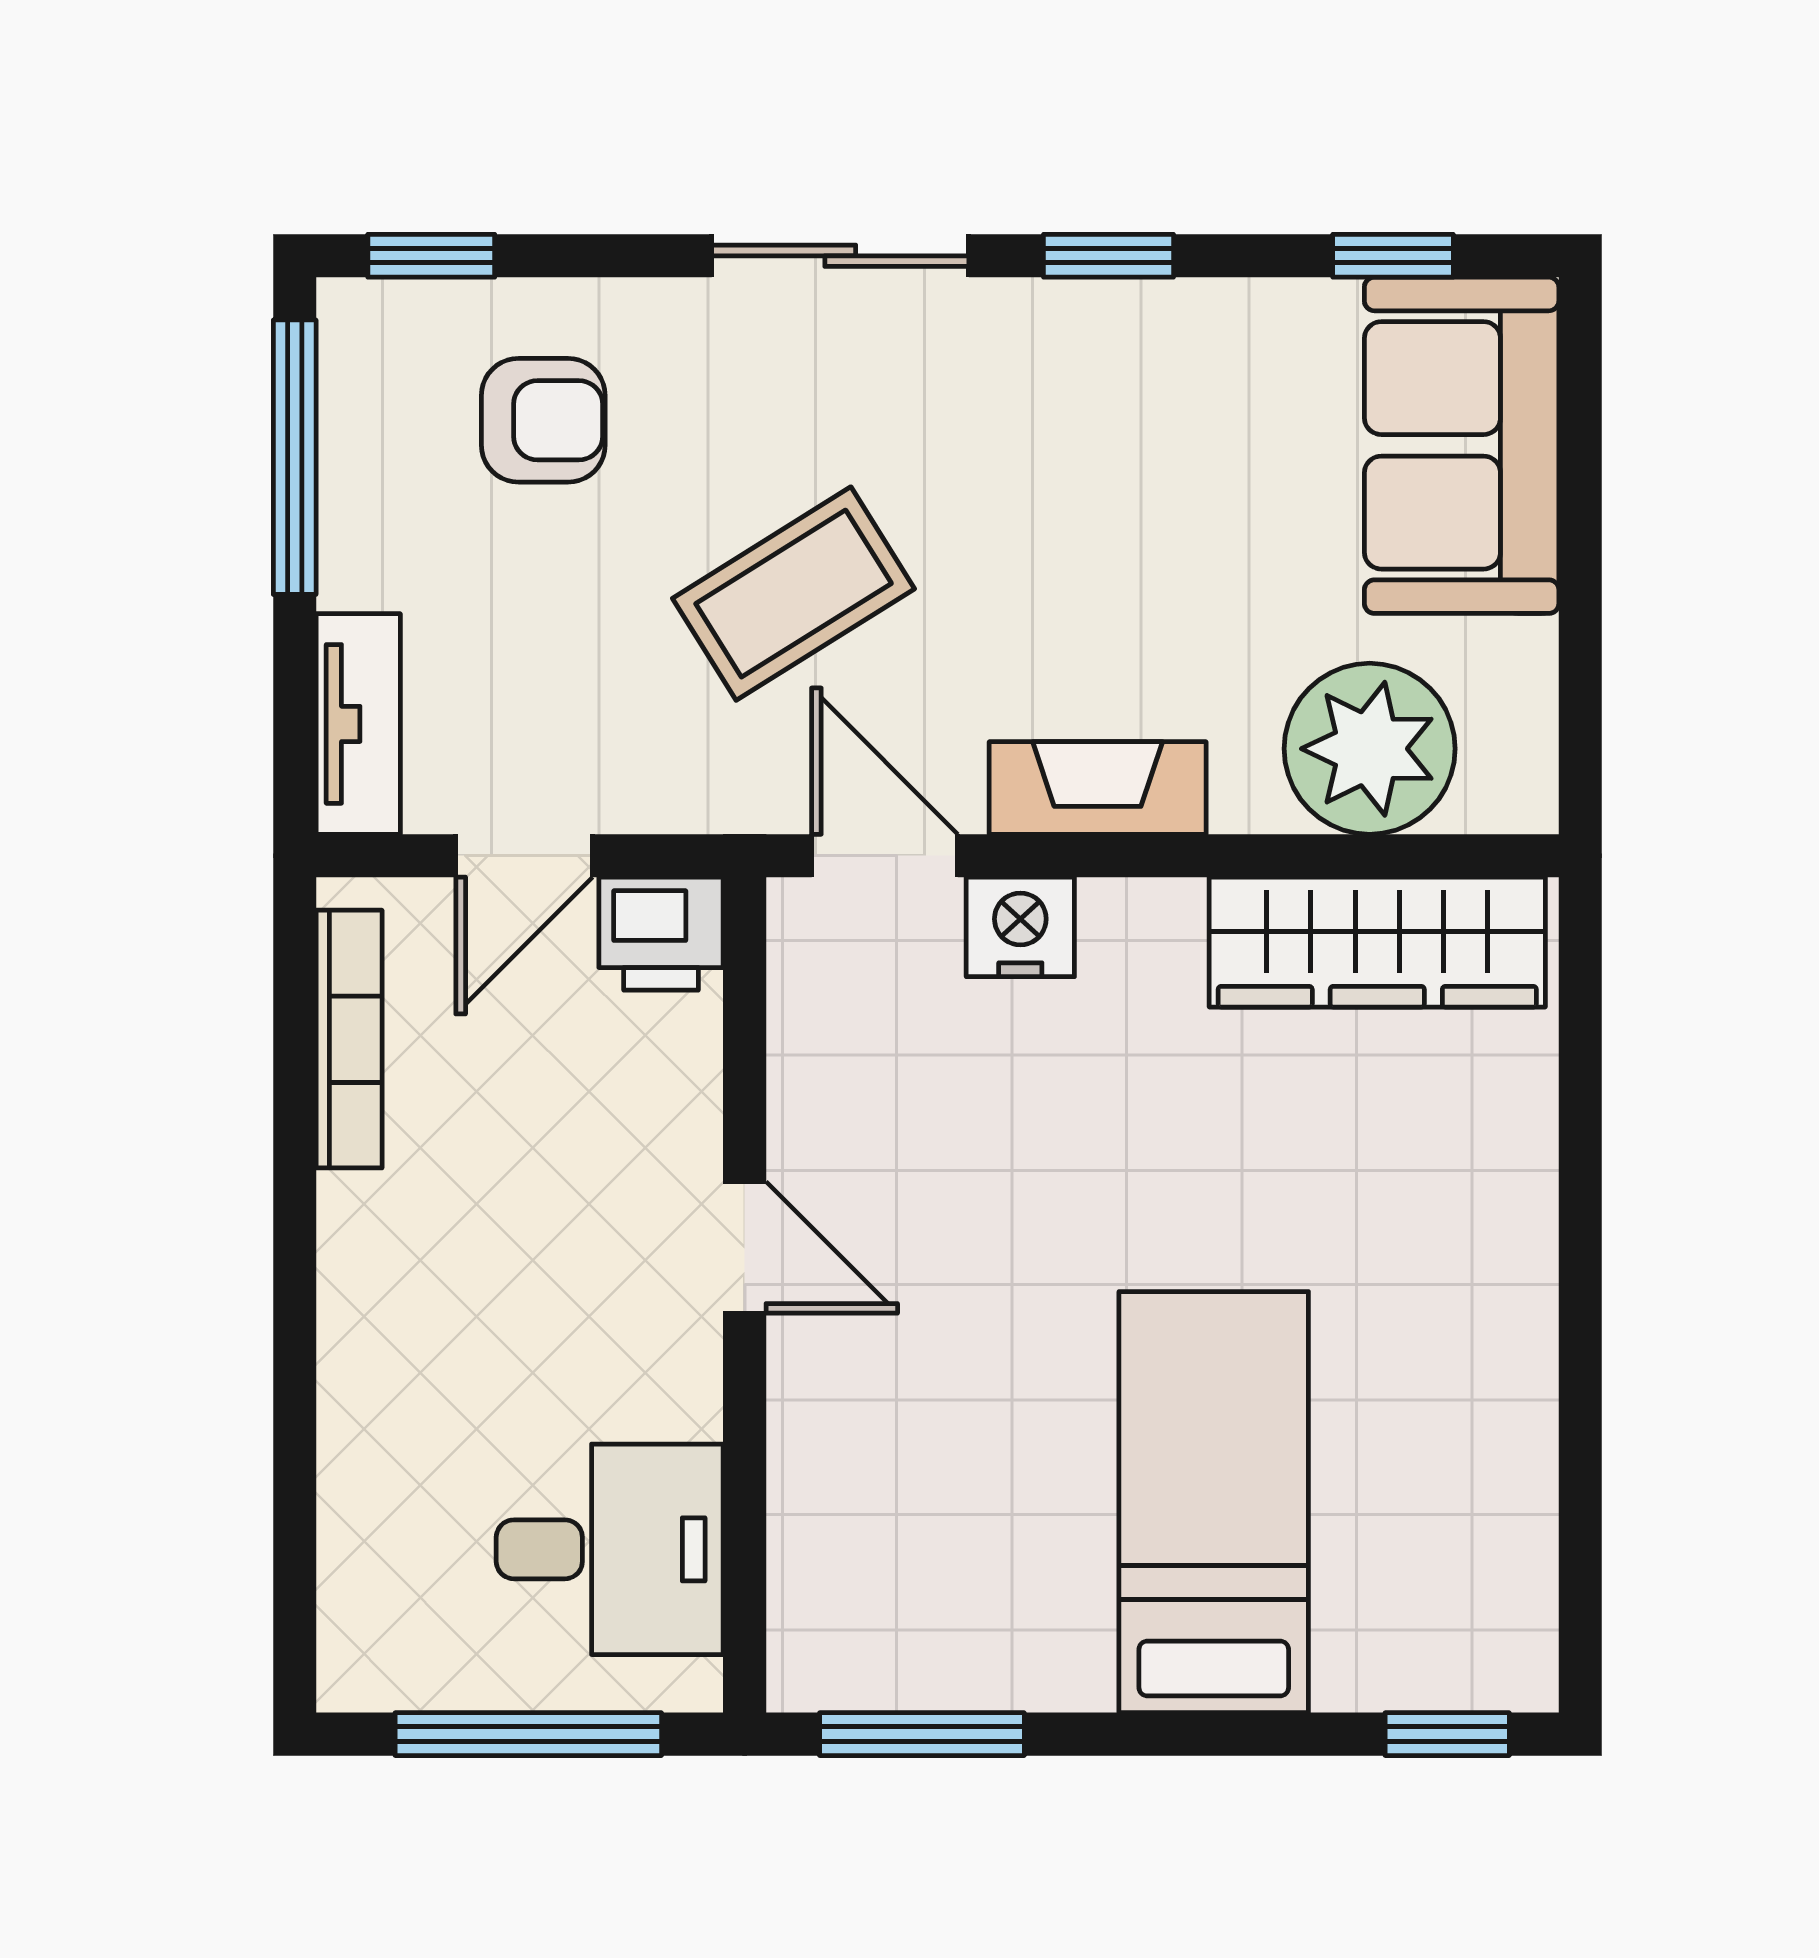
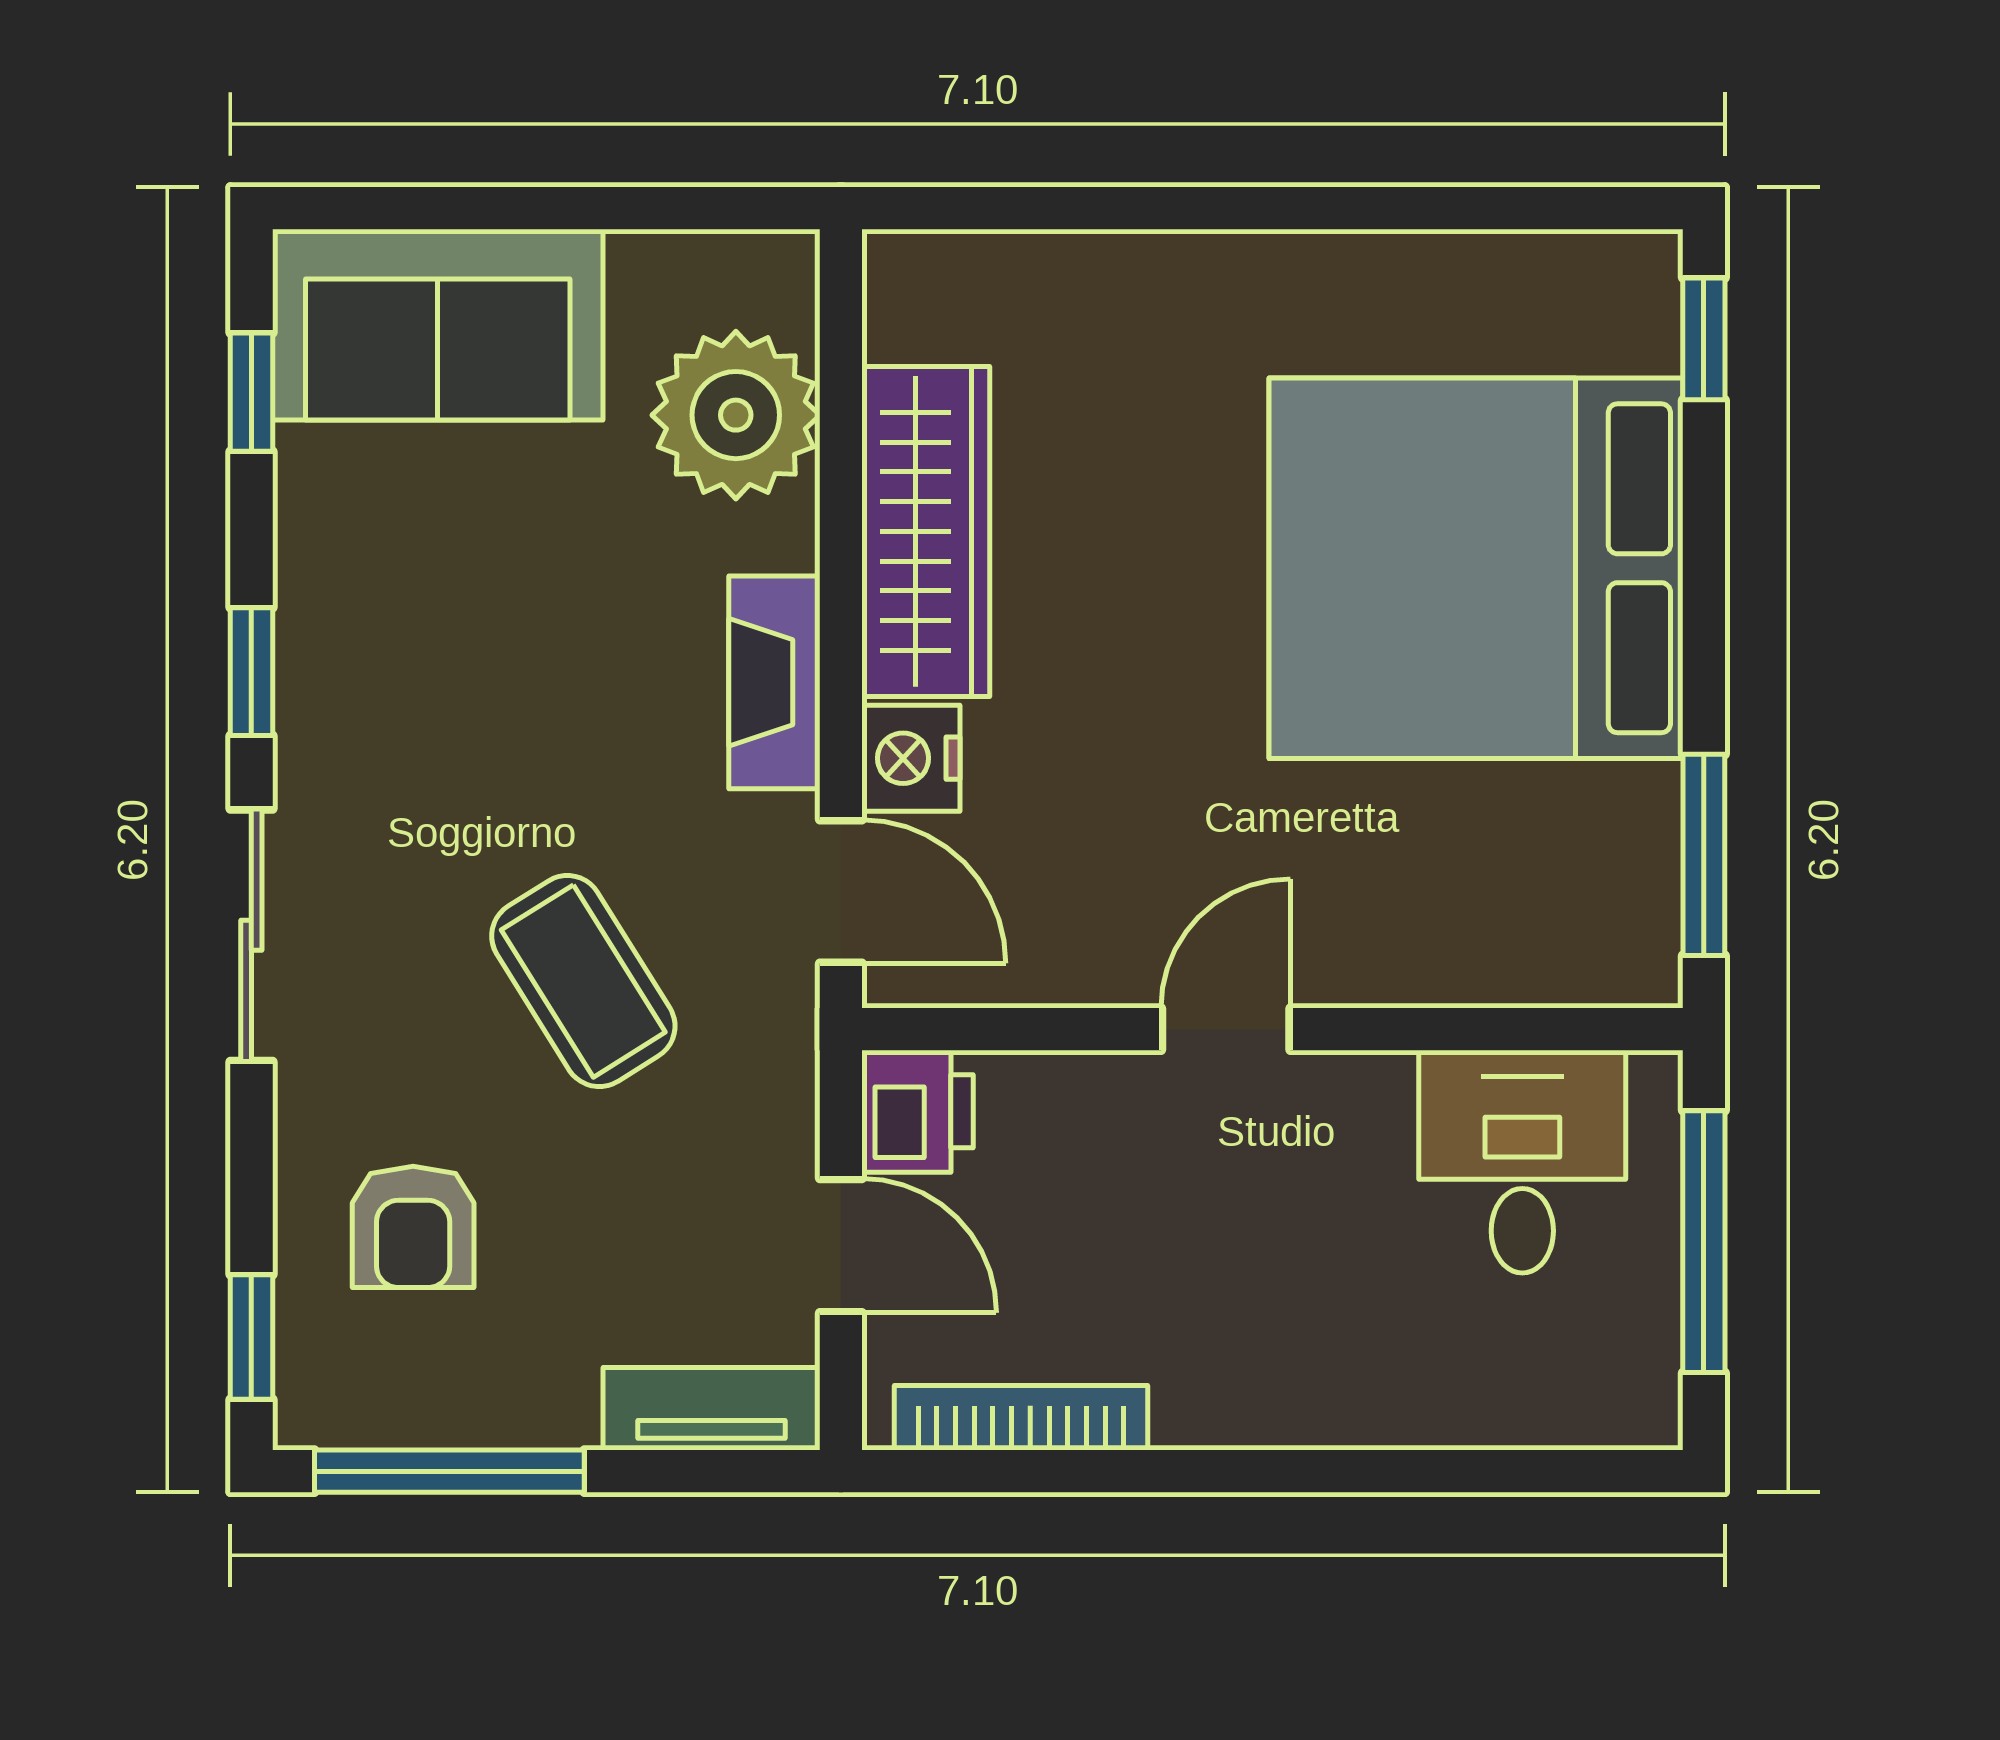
armchair: (543, 420) -> (413, 1227), turned 180
door: (885, 856) -> (841, 891), swing flipped
wardrobe: (1377, 942) -> (926, 531), moved
bed: (1214, 1502) -> (1476, 568), width x2.04

